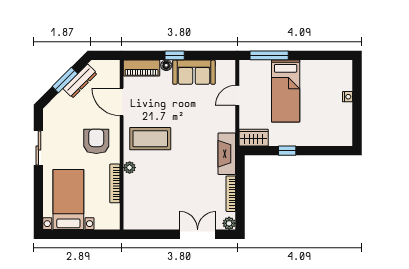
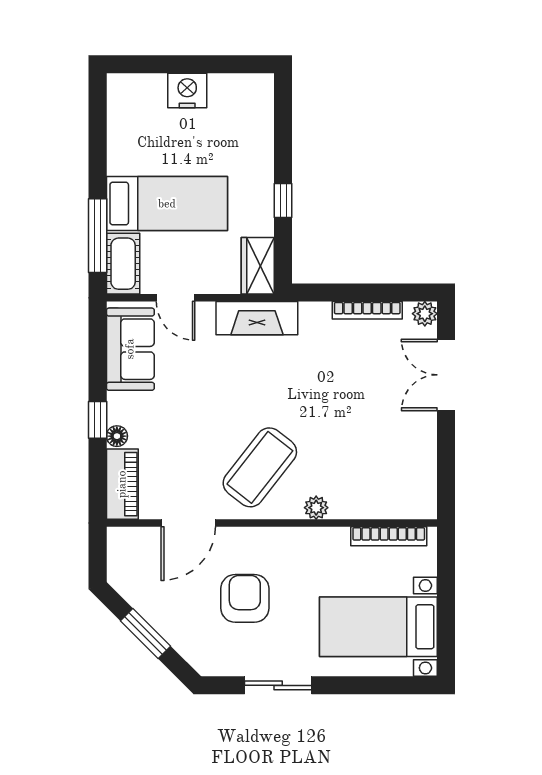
cot: (255, 68) -> (123, 264), added
sofa: (194, 72) -> (130, 349), moved
dresser: (80, 81) -> (148, 604), removed
nightstand: (347, 97) -> (187, 91), width x1.89, depth x1.79
coffee table: (150, 139) -> (260, 467), turned 38
armchair: (96, 141) -> (245, 598), moved, turned 90
fireplace: (227, 154) -> (257, 318), moved
bookcase: (115, 183) -> (389, 536), moved

